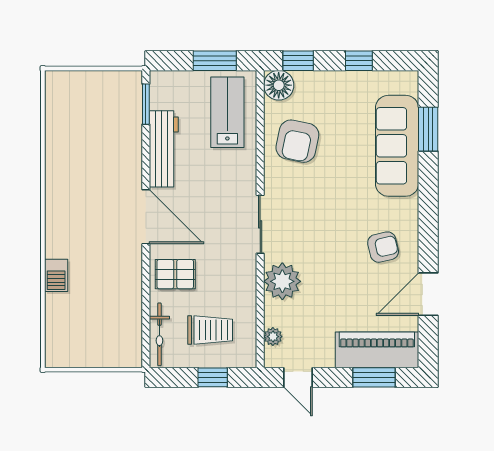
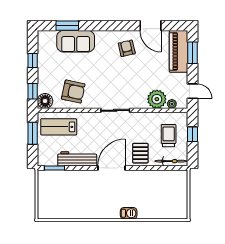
sofa: (397, 146) -> (76, 41), width x0.73
barbecue: (56, 275) -> (129, 213), moved
plant: (282, 281) -> (157, 99), moved
door: (298, 377) -> (192, 91), hinge flipped

